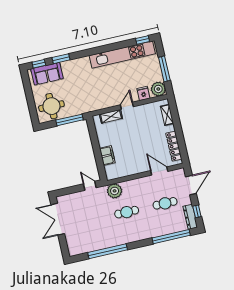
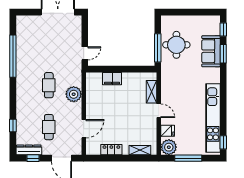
sofa: (47, 74) -> (211, 51), moved
round table: (51, 106) -> (176, 45), moved
locker: (174, 146) -> (111, 150), width x0.66
plant: (115, 191) -> (74, 94), moved
window: (171, 237) -> (13, 125), width x0.32

